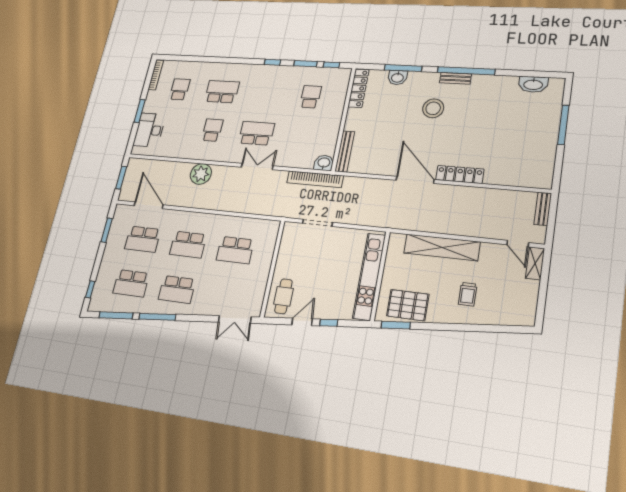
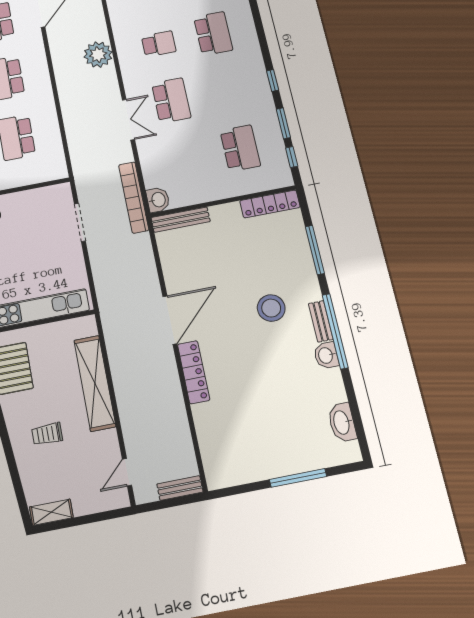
washbasin: (397, 77) -> (326, 355), moved
school desk: (311, 97) -> (240, 148), width x1.85
shelving: (535, 263) -> (51, 512), moved

